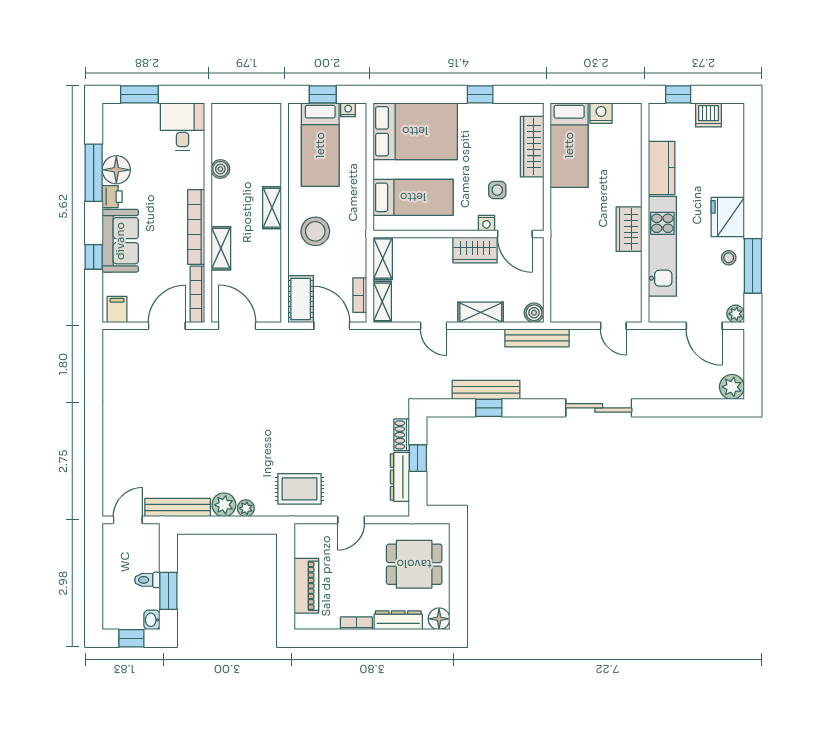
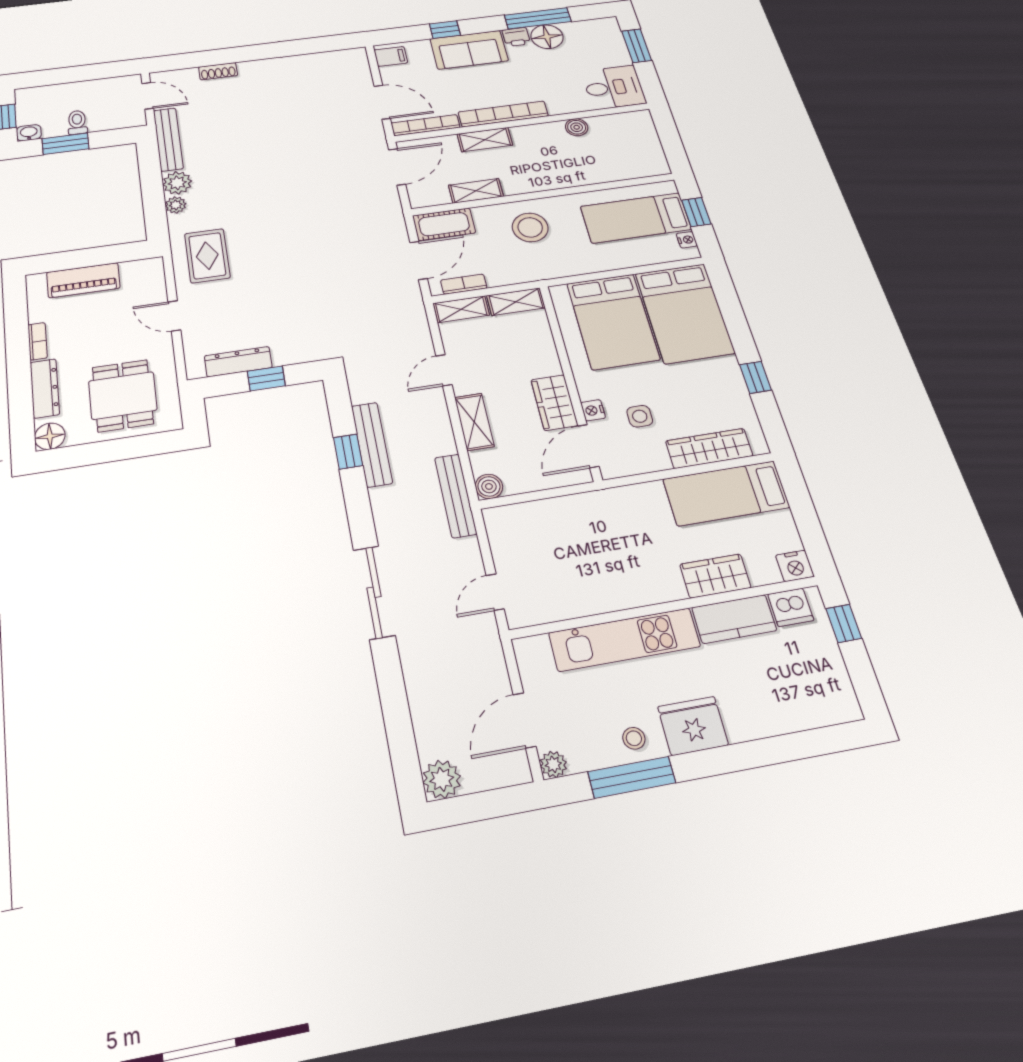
nightstand: (601, 113) -> (795, 566), moved, turned 90
dishwasher: (708, 115) -> (791, 607), moved, turned -90
bed: (413, 197) -> (613, 321), width x1.50
shelving: (272, 208) -> (476, 191), moved
wardrobe: (629, 229) -> (715, 576), moved
shoe rack: (402, 435) -> (218, 71), moved, turned 180

